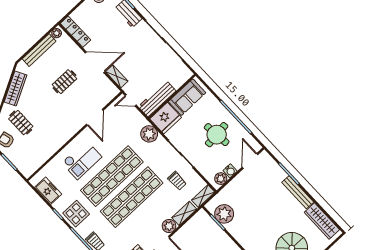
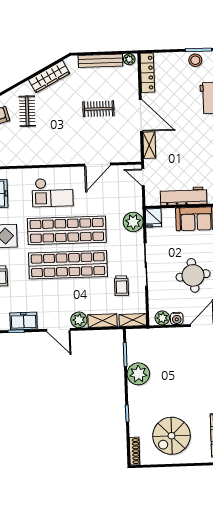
workbench: (157, 99) -> (184, 196), moved
fridge: (166, 118) -> (153, 218), width x0.53, depth x0.75
plant: (224, 214) -> (138, 374), moved

